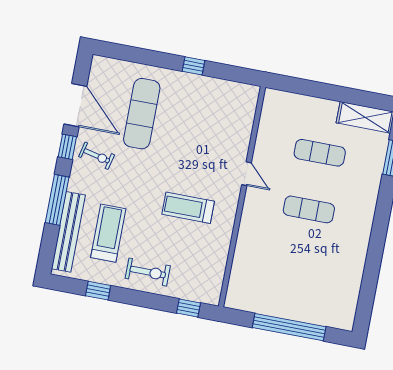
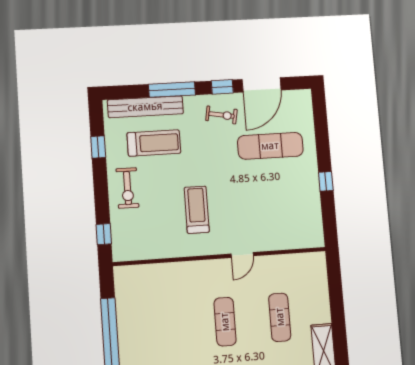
exercise bike: (97, 156) -> (221, 115), turned -93

